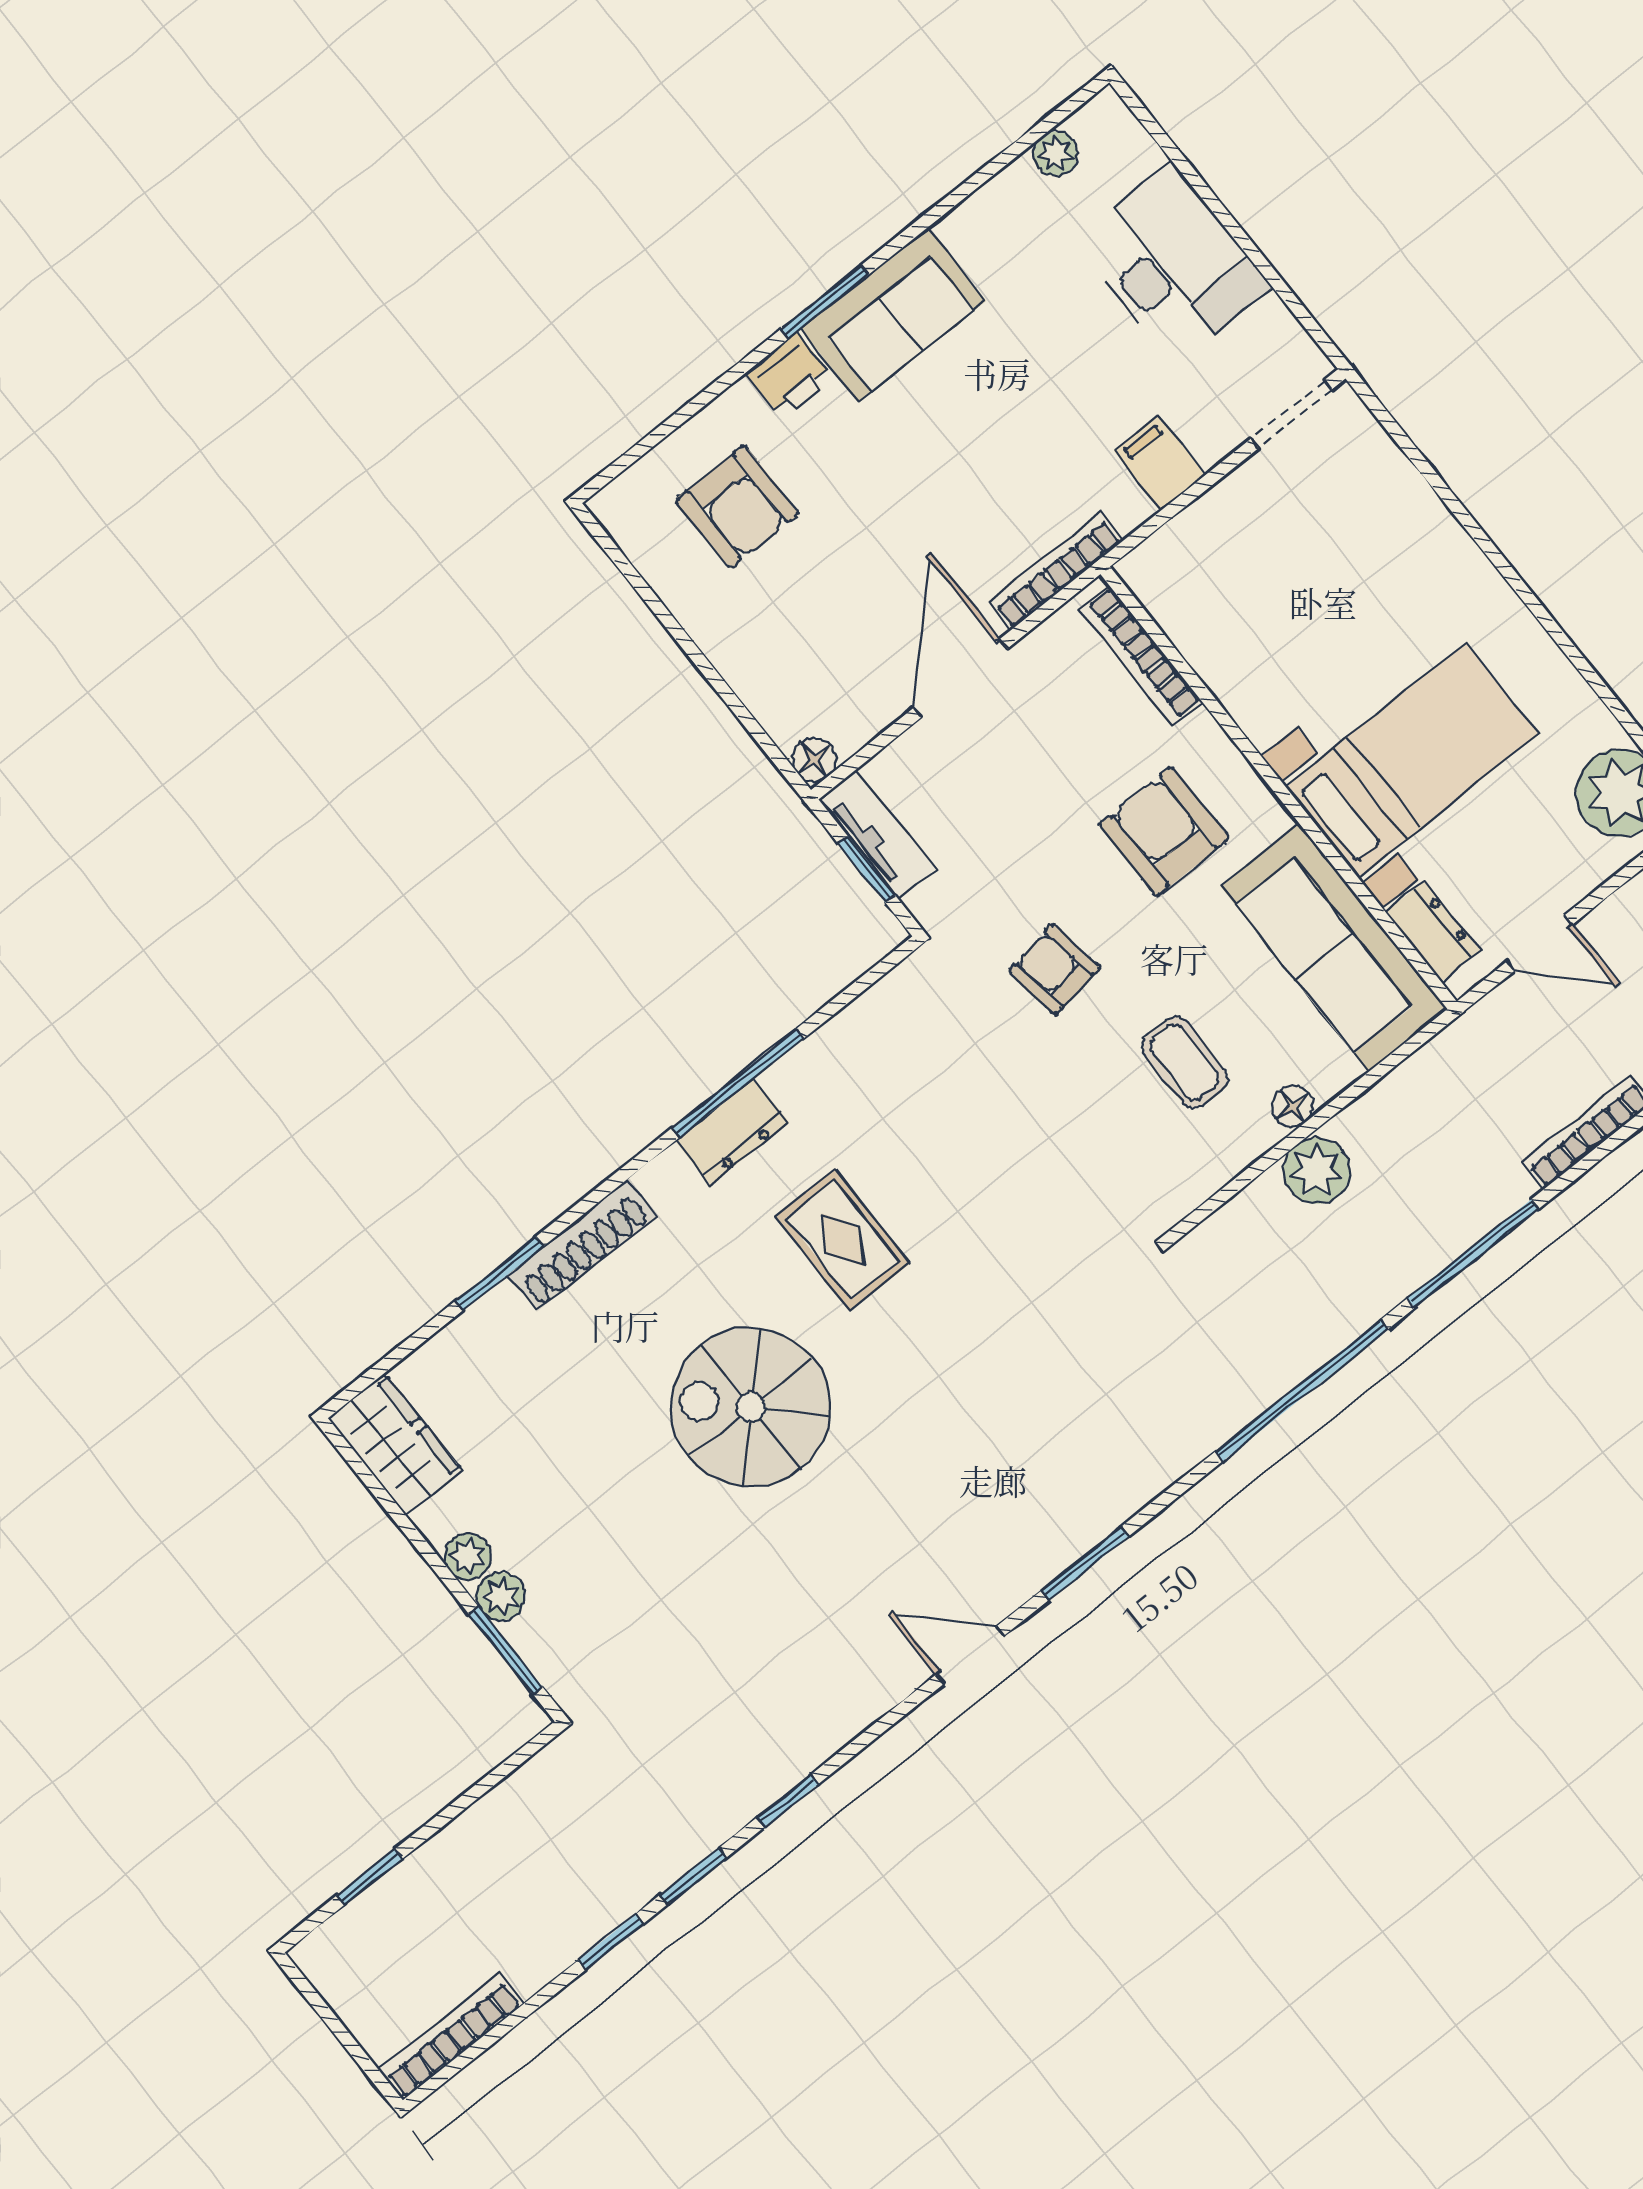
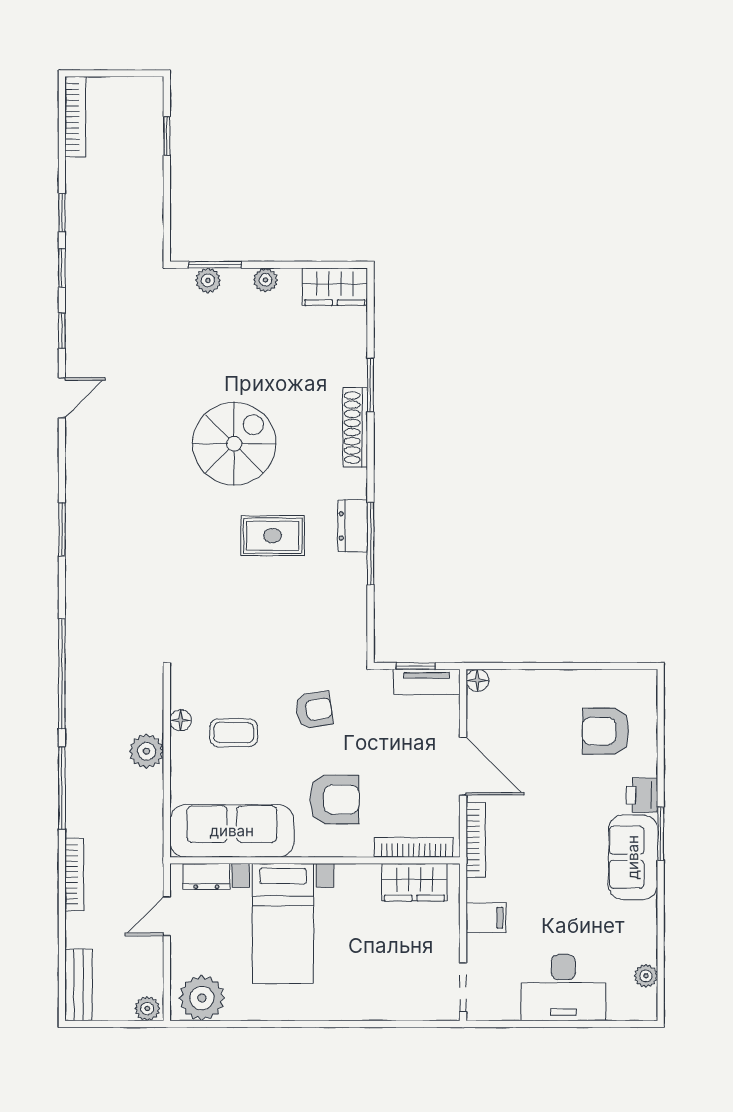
wardrobe: (1192, 612) -> (414, 882), added
floor lamp: (1293, 1106) -> (181, 720), moved
plant: (501, 1596) -> (208, 280), moved
door: (970, 1655) -> (62, 398), moved

